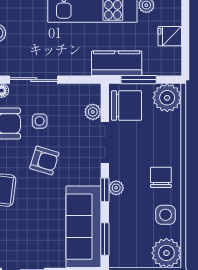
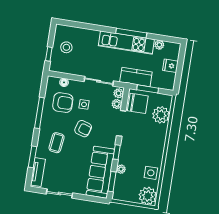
sliding door: (34, 80) -> (99, 81), moved
plant: (93, 94) -> (119, 93), added
plant: (167, 98) -> (161, 115), moved
chair: (161, 177) -> (152, 150), removed
plant: (116, 188) -> (121, 169), moved

